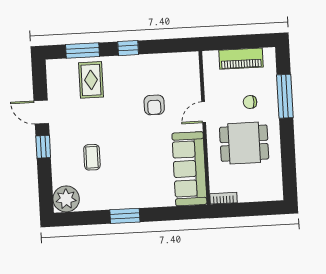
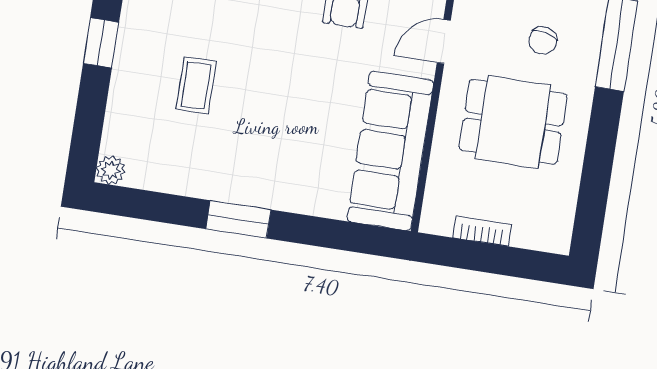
chair: (250, 102) -> (543, 41), turned -77
bookcase: (223, 198) -> (482, 231), moved
plant: (66, 199) -> (111, 170), width x0.53, depth x0.53

